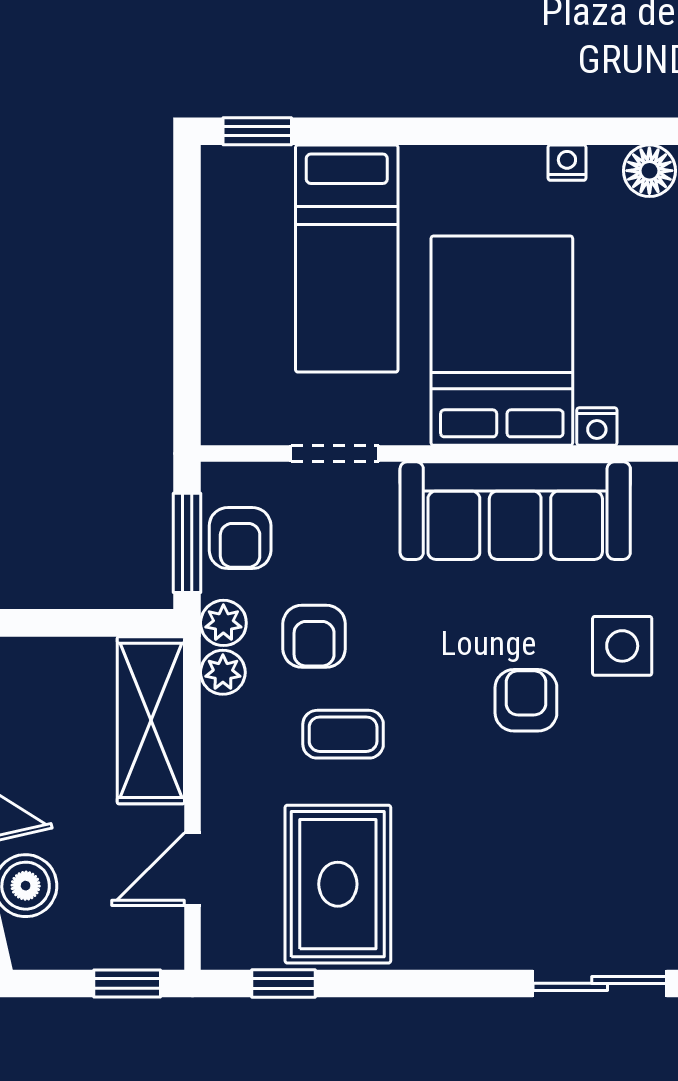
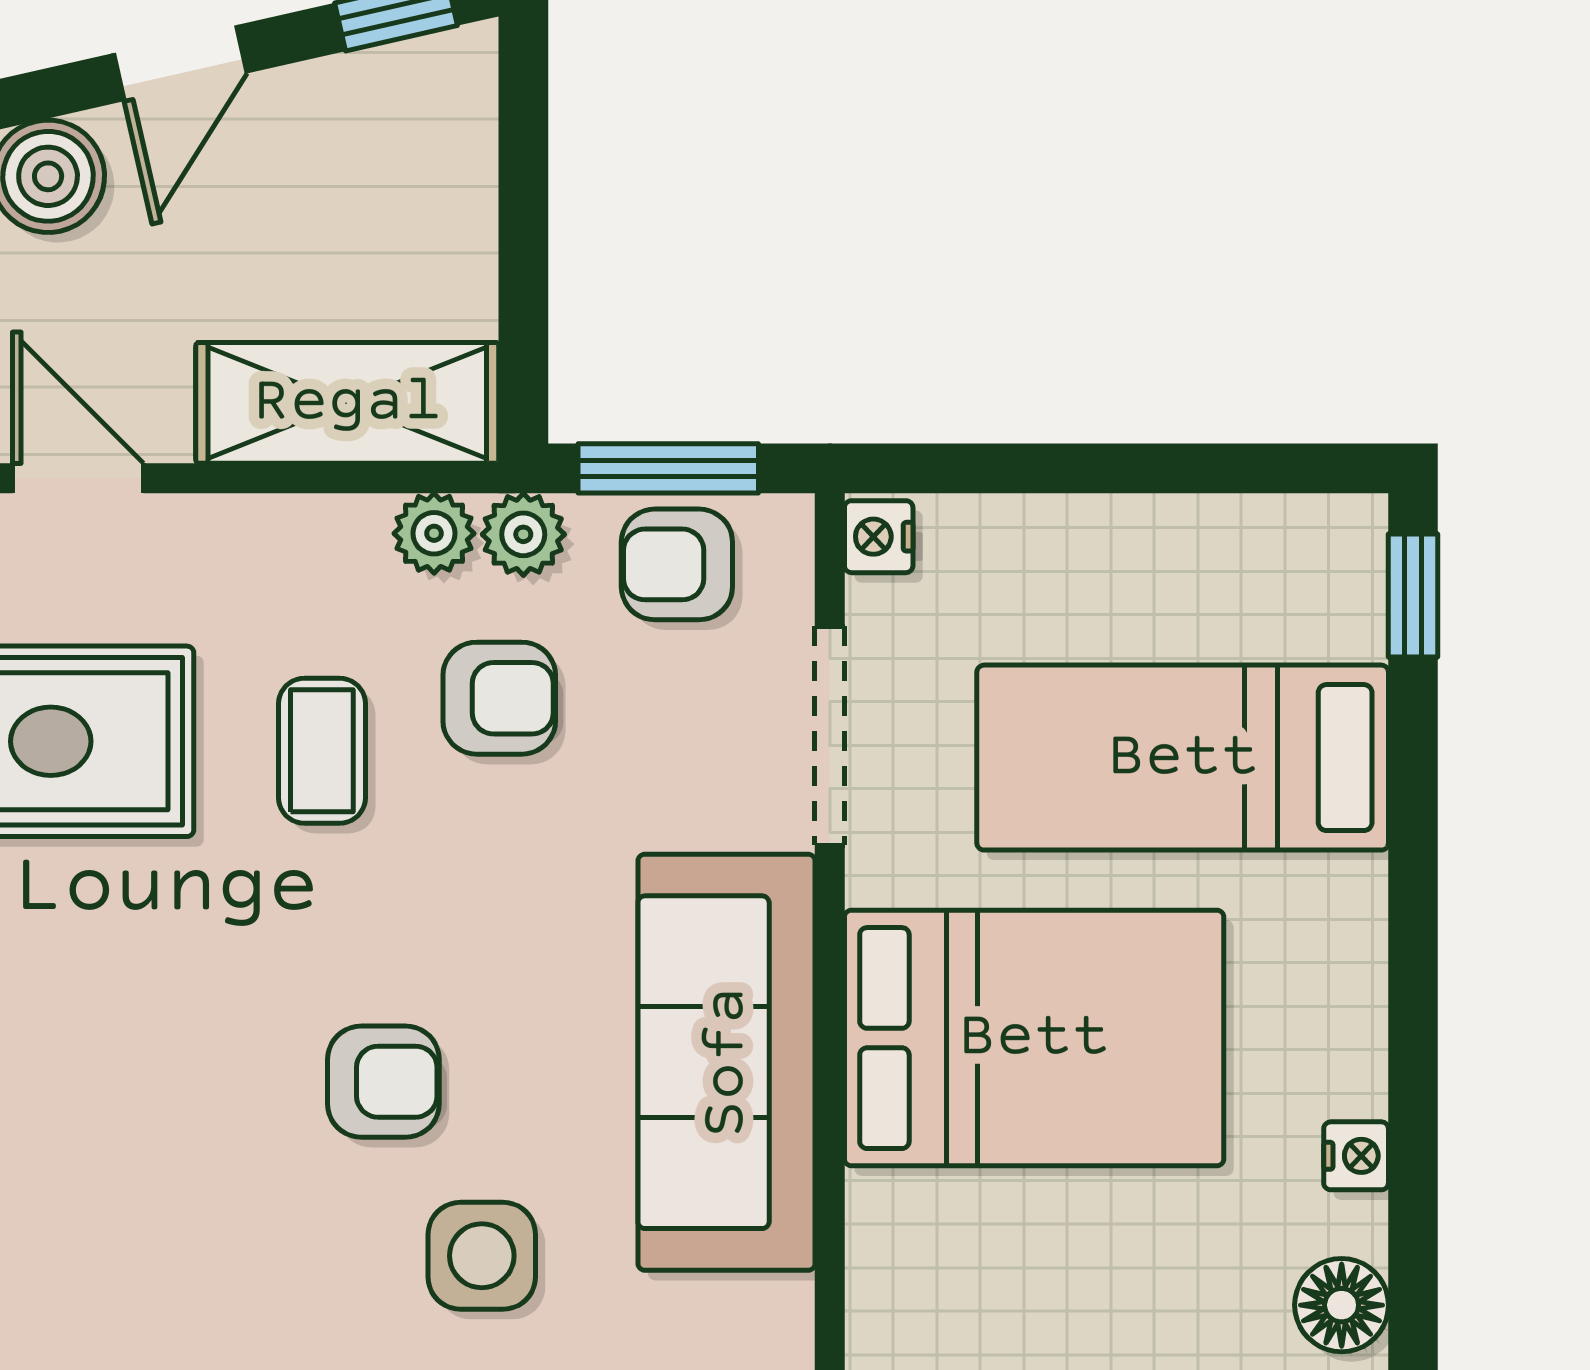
nightstand: (597, 427) -> (879, 537), moved
doorway: (335, 454) -> (830, 736), width x1.38
armchair: (314, 636) -> (499, 698), turned 180

